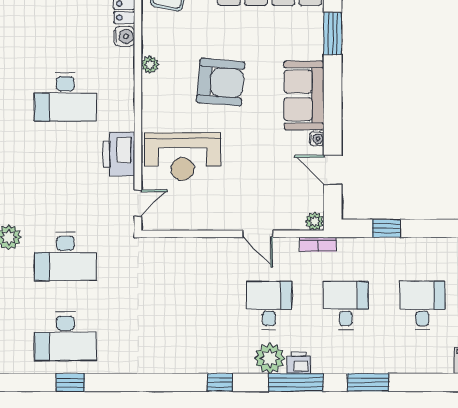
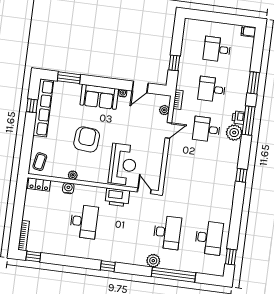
water cooler: (124, 36) -> (68, 188), moved
plant: (315, 221) -> (164, 110), moved
window: (70, 382) -> (231, 257), moved
window: (220, 382) -> (241, 175), moved

